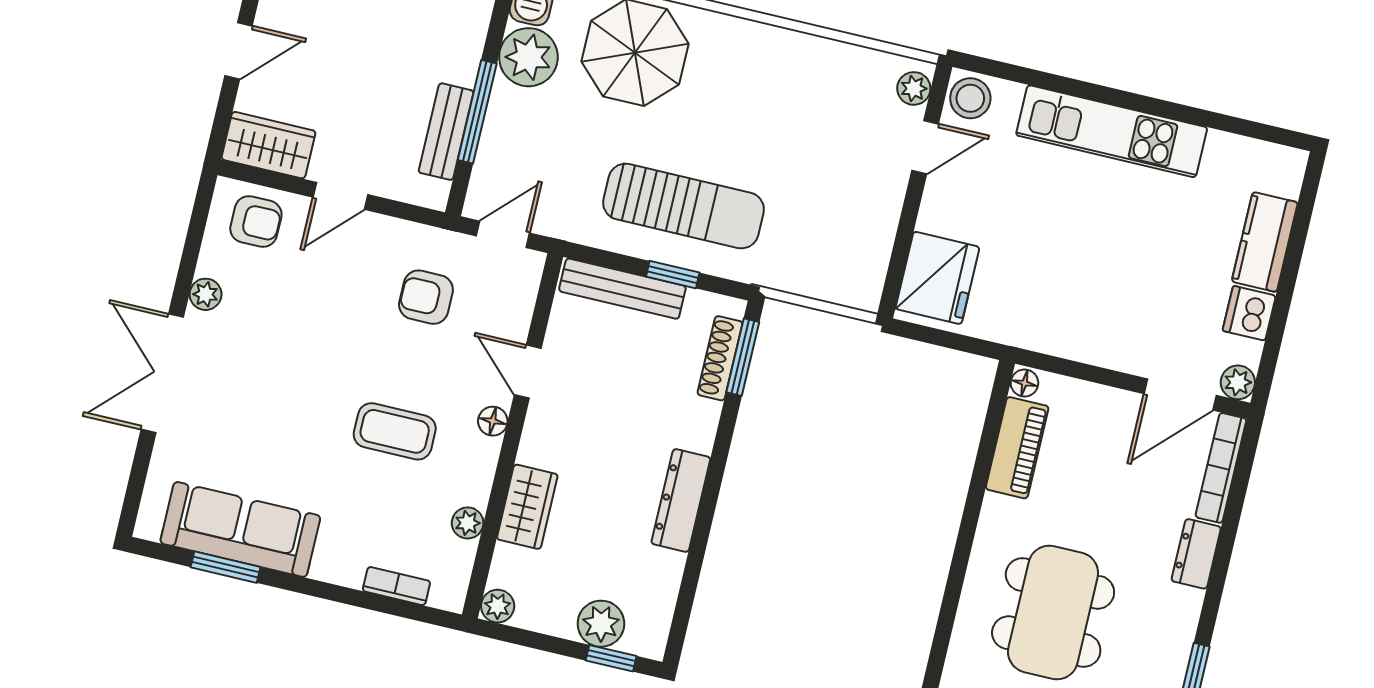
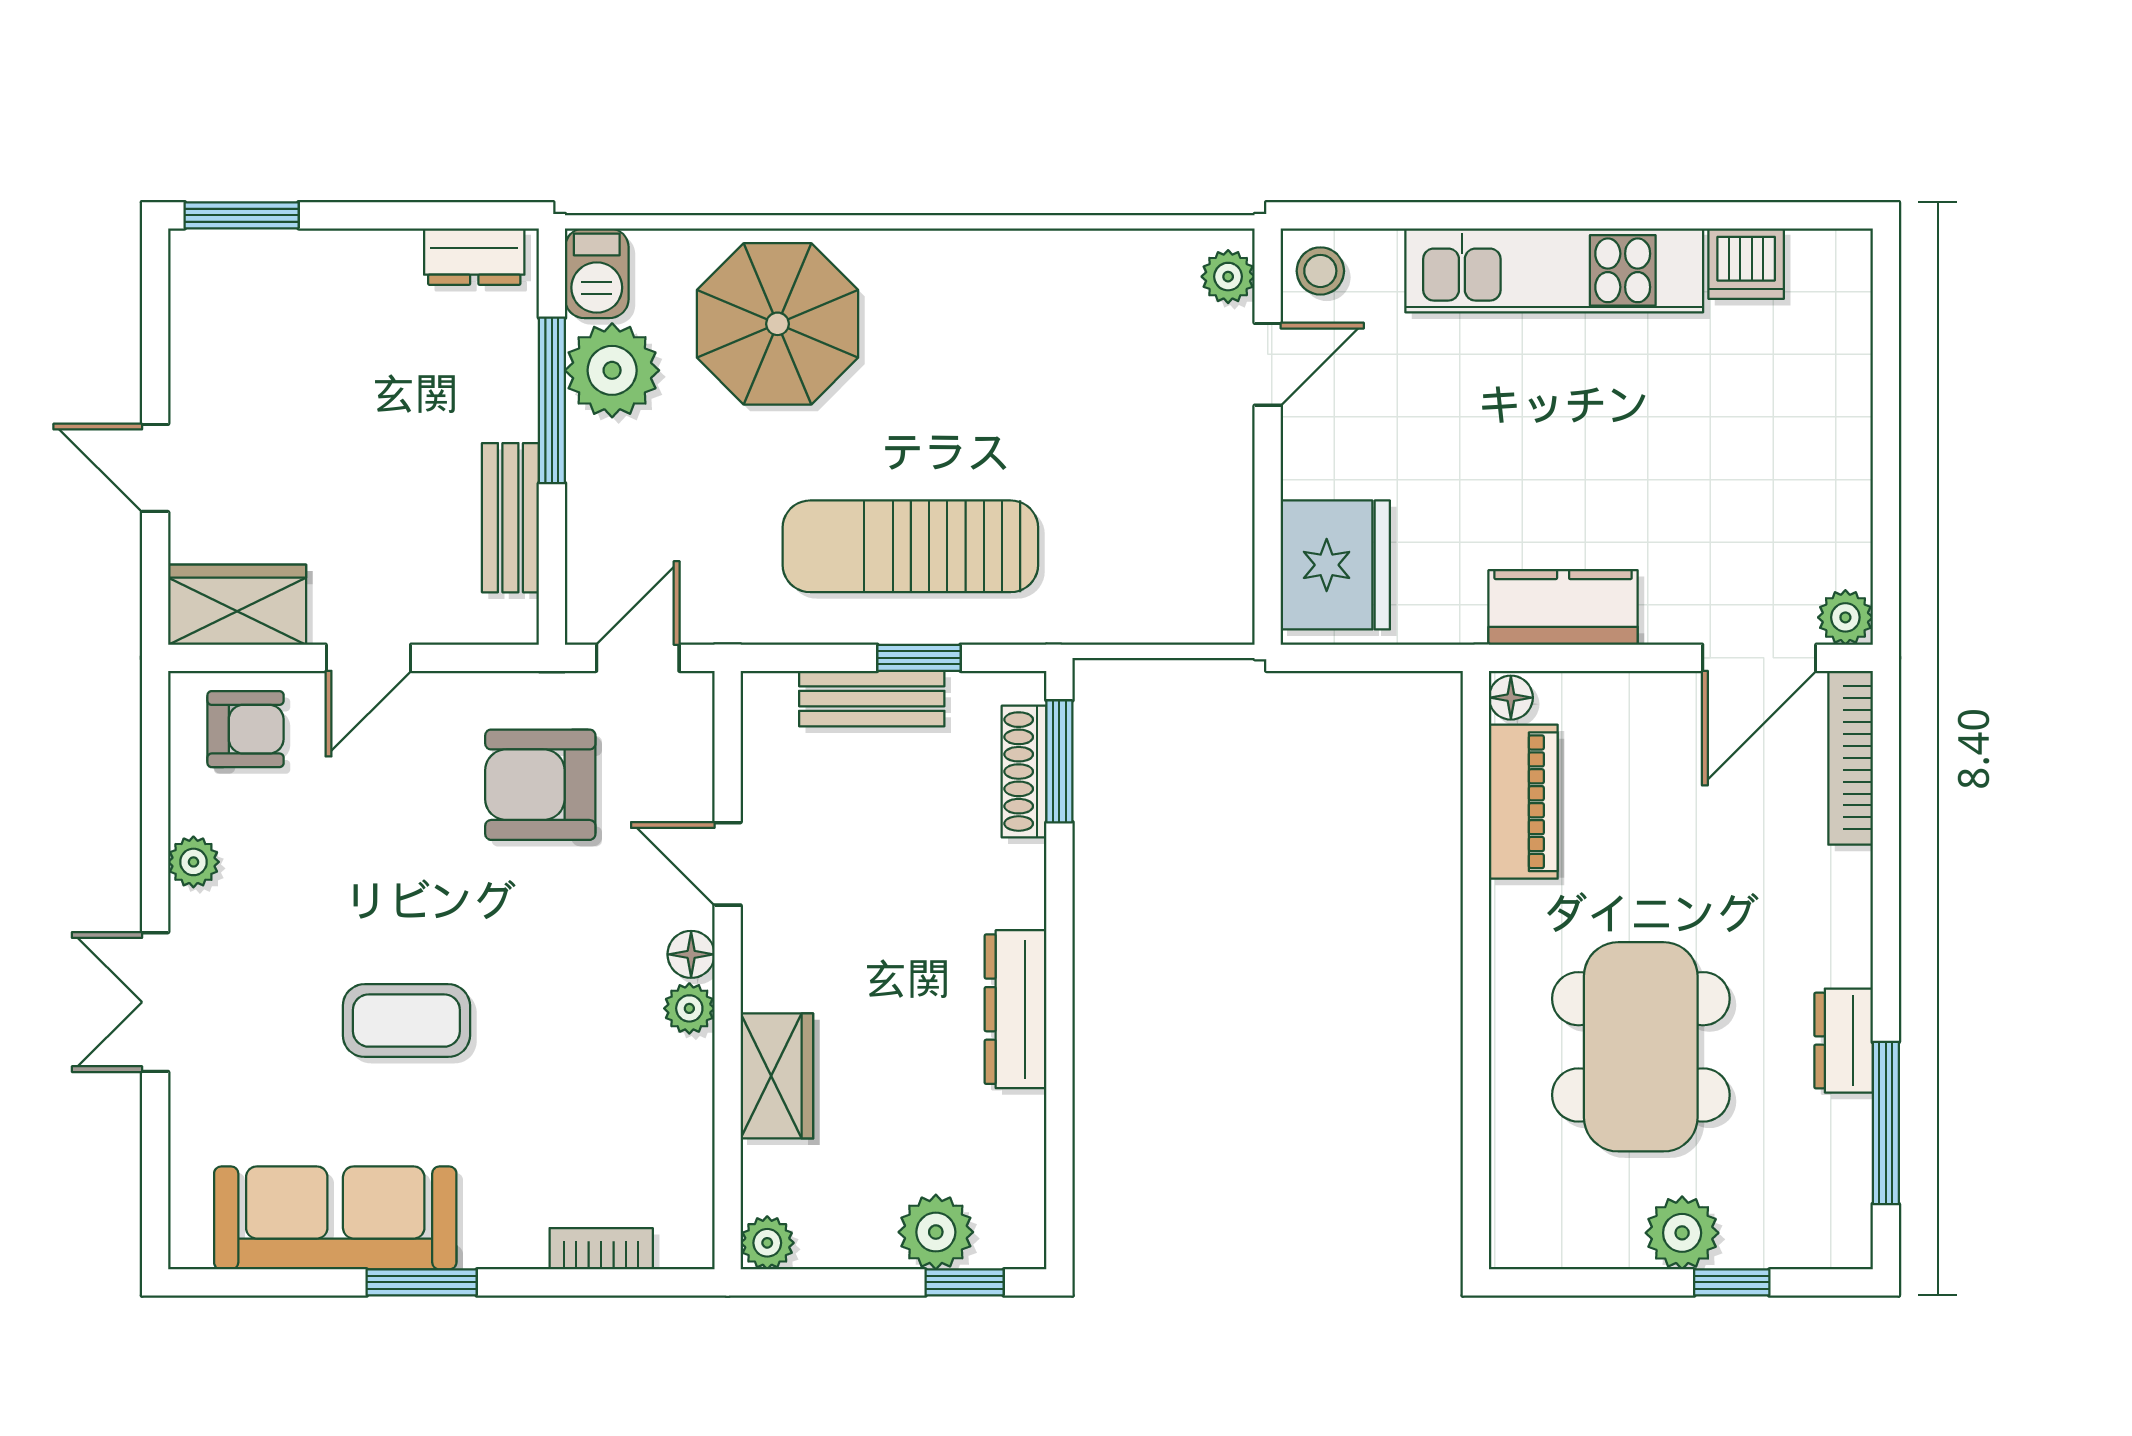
door: (239, 51) -> (155, 468), swing flipped
stool: (970, 98) -> (1320, 271), width x0.73, depth x0.73
window: (477, 112) -> (552, 400), moved
sun lounger: (683, 206) -> (910, 546), turned 180
kitchen counter: (1265, 242) -> (1563, 607), moved, turned 90
bench: (622, 289) -> (872, 699), width x0.73
armchair: (426, 297) -> (540, 785), width x1.38, depth x1.38
dishwasher: (1249, 313) -> (1746, 264), moved, turned -90
double door: (162, 373) -> (155, 1002), width x0.73
coffee table: (395, 431) -> (406, 1021), moved
plant: (468, 523) -> (689, 1008), moved
dresser: (1196, 554) -> (1844, 1041), moved
window: (226, 567) -> (422, 1282), moved

